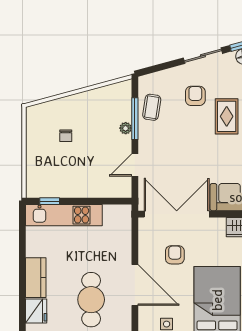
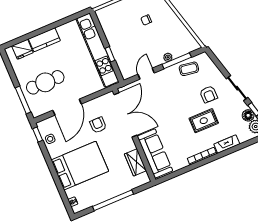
armchair: (195, 96) -> (209, 94), turned 90
door: (135, 165) -> (146, 74), hinge flipped
window: (50, 201) -> (110, 54), moved
kitchen unit: (64, 215) -> (97, 50), width x1.36
armchair: (175, 255) -> (98, 125), turned -90

